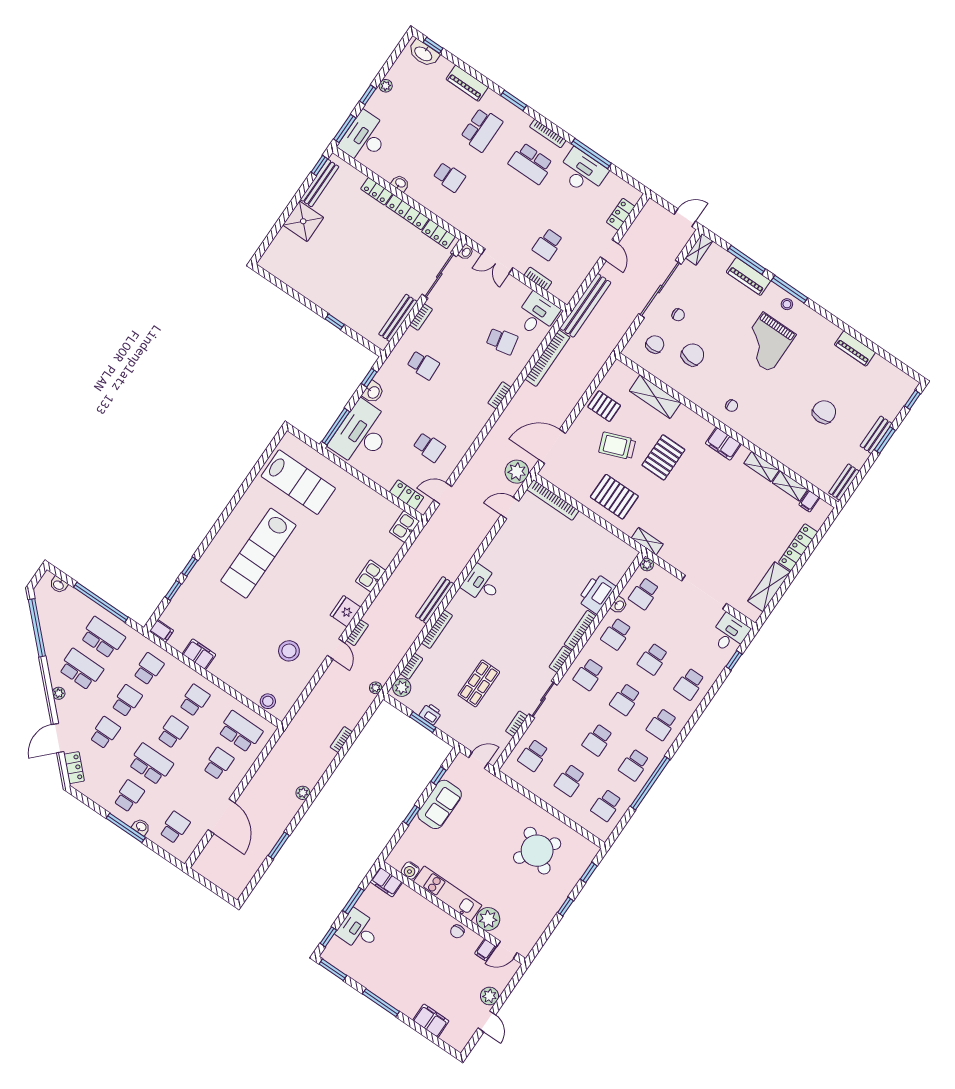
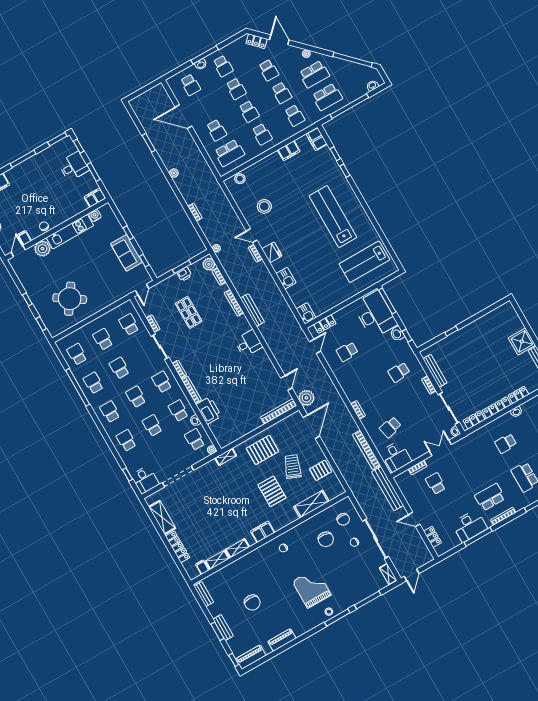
piano: (748, 276) -> (251, 657), moved
trolley: (617, 446) -> (293, 467), turned -47
filing cabinet: (161, 631) -> (317, 139), width x2.00
school desk: (151, 764) -> (236, 89), width x0.54

